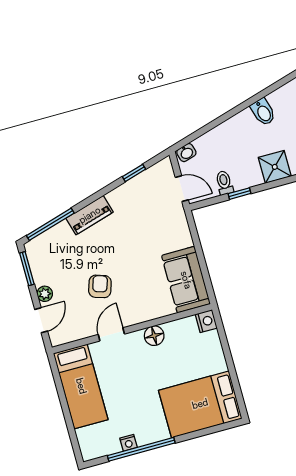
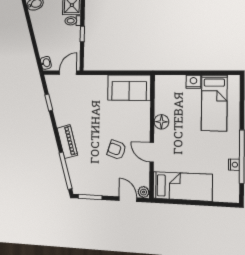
toilet: (224, 183) -> (73, 21), moved
plant: (45, 294) -> (144, 192), moved
nightstand: (206, 321) -> (193, 82), moved
bed: (200, 404) -> (214, 103), width x0.67

